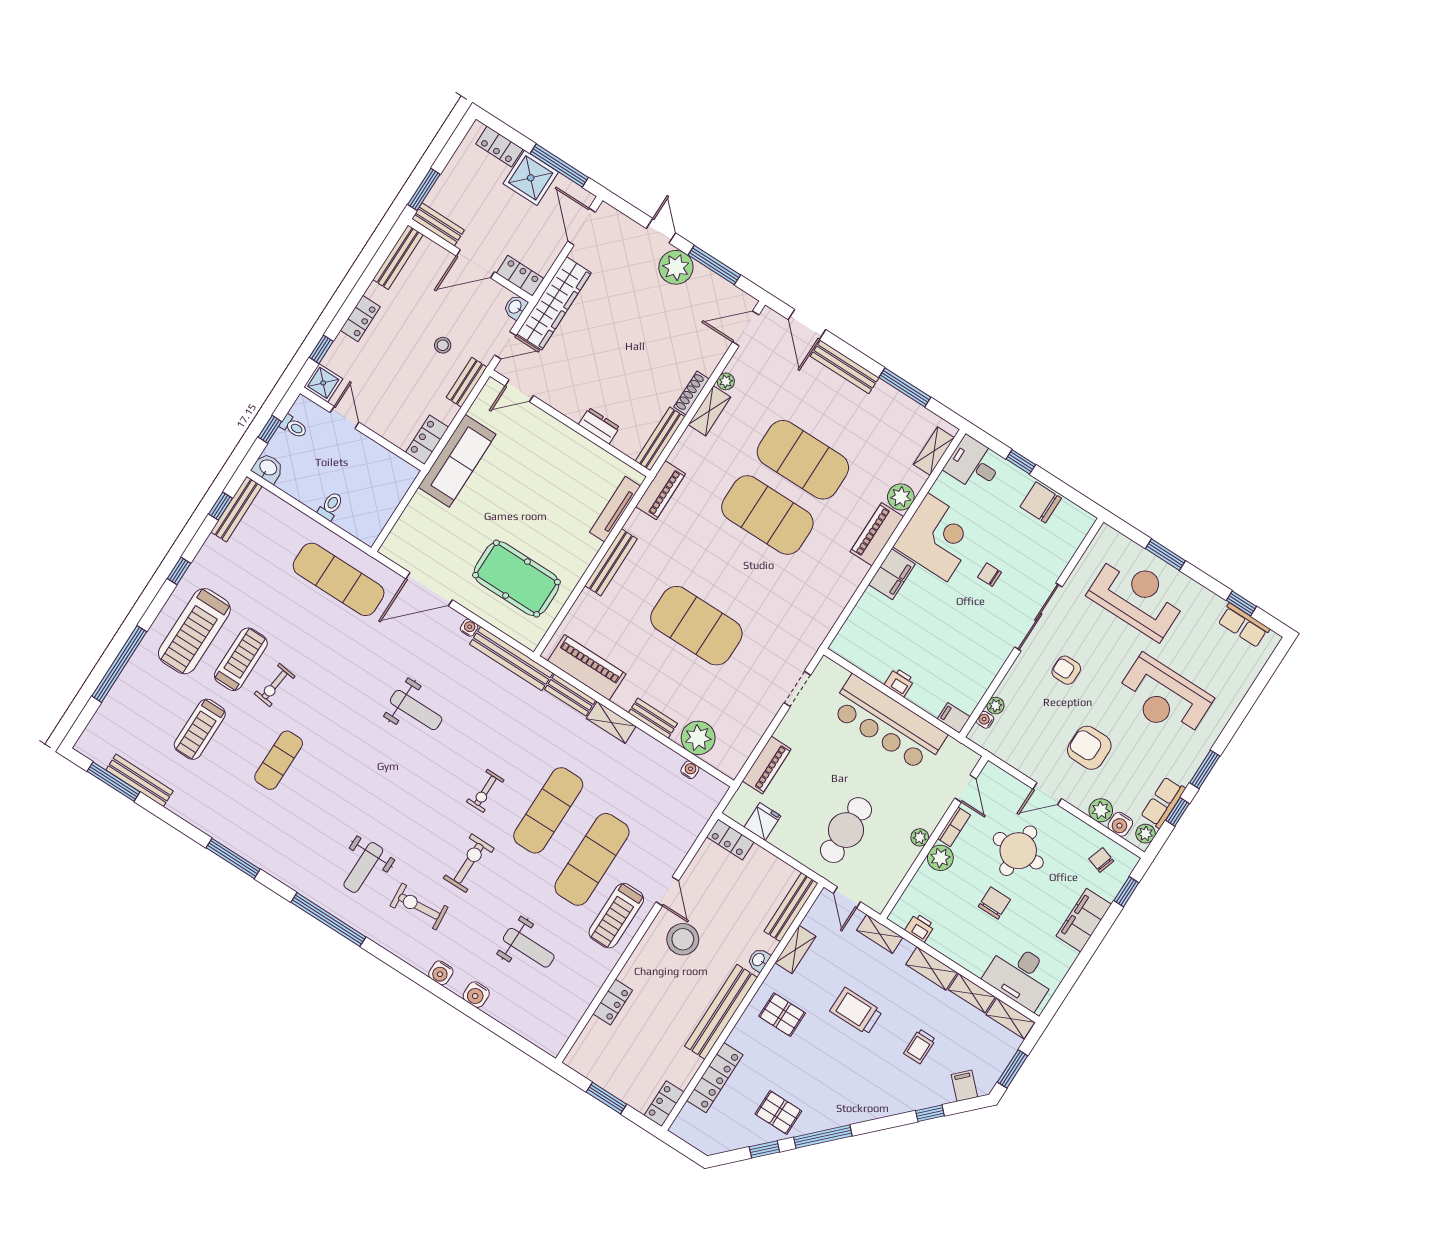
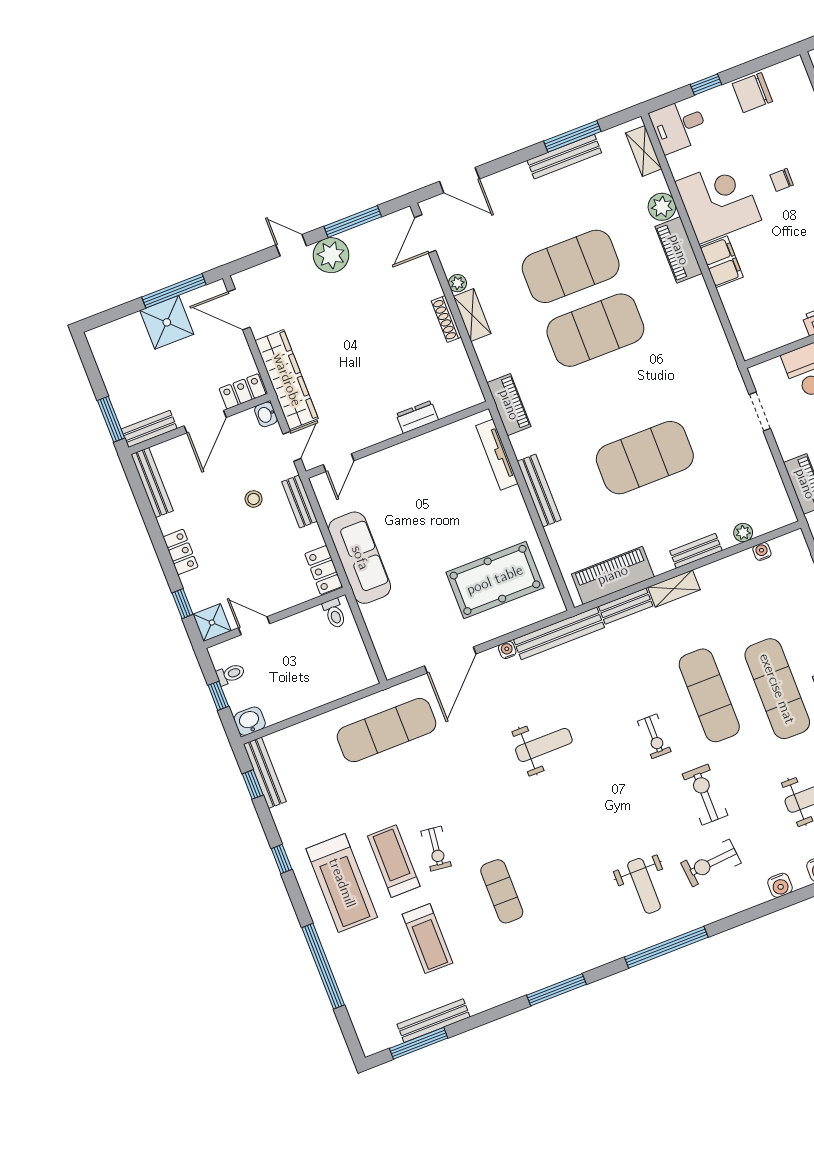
locker: (499, 147) -> (121, 330), removed
bench: (845, 367) -> (564, 157), moved
bench: (660, 439) -> (466, 374), removed
toilet: (331, 506) -> (334, 613), moved, turned 180
plant: (698, 738) -> (743, 533), width x0.53, depth x0.53

